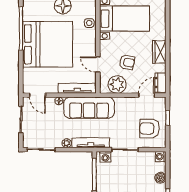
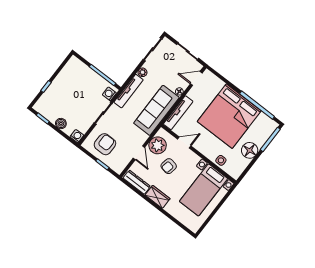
dresser: (160, 83) -> (137, 182), width x1.44
door: (147, 95) -> (139, 153), moved

